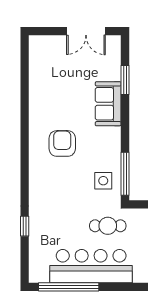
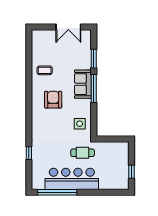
coffee table: (49, 98) -> (45, 70), added
sofa: (108, 104) -> (83, 84), moved
window: (125, 174) -> (94, 89), moved

